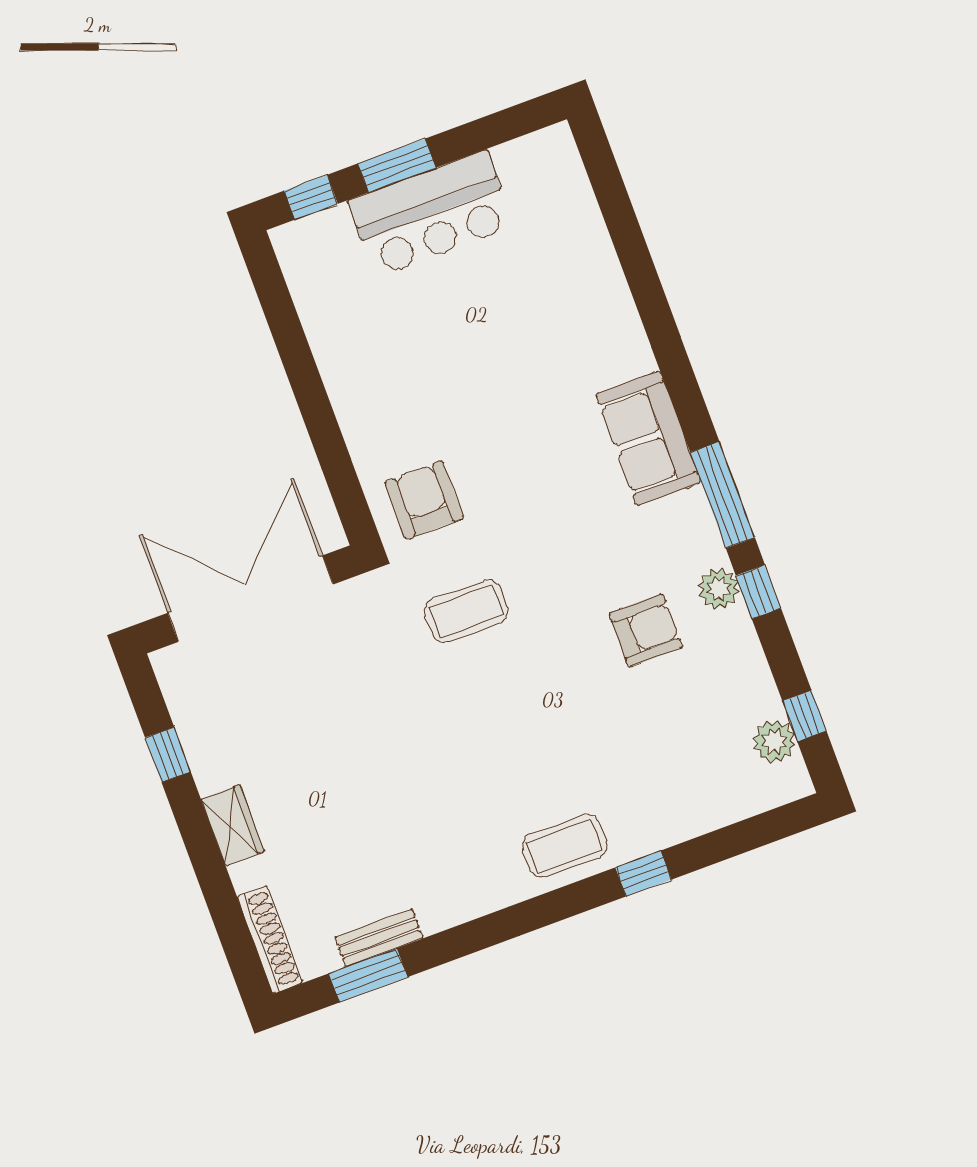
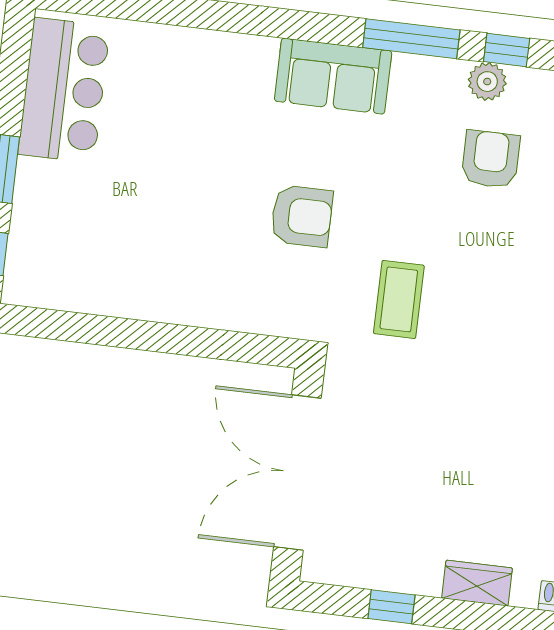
bar counter: (431, 214) -> (64, 90), moved
armchair: (424, 500) -> (302, 216), moved, turned 180

